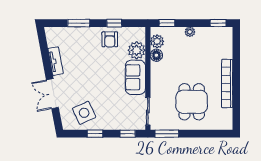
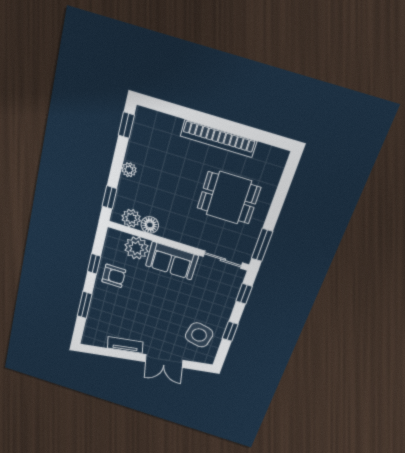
side table: (84, 113) -> (199, 335), turned 37

